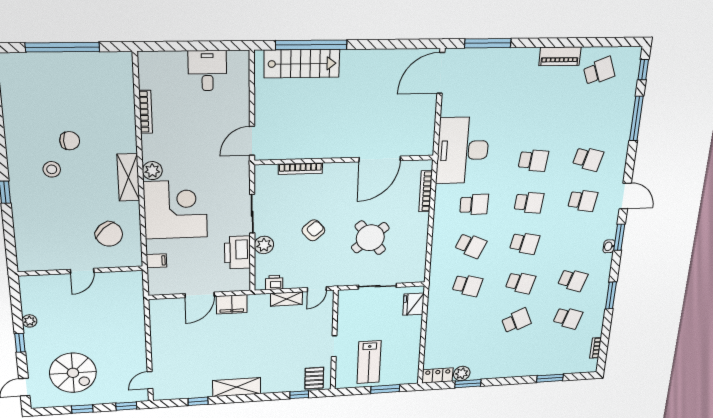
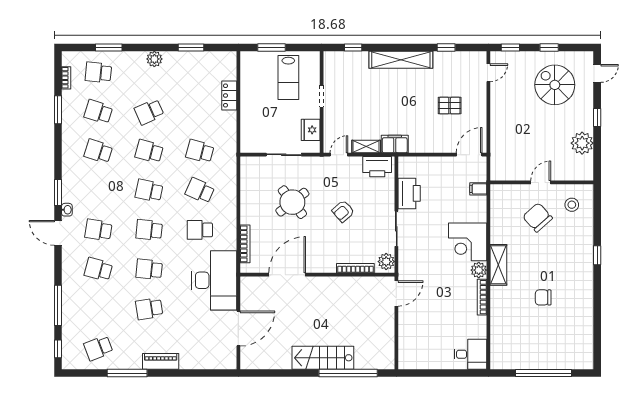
window: (488, 43) -> (127, 373), moved
piano: (560, 56) -> (161, 361), moved
stairs: (302, 64) -> (323, 358), moved
desk: (207, 71) -> (470, 354), moved, turned -90
door: (441, 73) -> (238, 329), moved
bookcase: (146, 112) -> (482, 297), moved
school desk: (538, 117) -> (149, 309), added
stool: (52, 169) -> (572, 205), moved
corner desk: (176, 210) -> (468, 242), width x0.74, depth x0.74
chair: (109, 234) -> (537, 217), moved
plant: (264, 245) -> (386, 262), moved
washbasin: (609, 246) -> (67, 210), moved
printer: (274, 282) -> (377, 167), width x1.87, depth x1.48
door: (200, 295) -> (469, 155), moved
window: (611, 295) -> (58, 110), moved
filing cabinet: (232, 304) -> (395, 144), moved
fridge: (414, 304) -> (311, 130), moved, turned 180
plant: (29, 321) -> (582, 143), width x1.87, depth x1.87
school desk: (563, 355) -> (98, 72), added
lab bench: (369, 362) -> (288, 77), turned 180
plant: (462, 373) -> (154, 59), moved
locker: (438, 375) -> (229, 95), moved, turned 90
pallet: (314, 378) -> (450, 106), moved, turned 90
shelving: (237, 387) -> (401, 60), width x1.47

